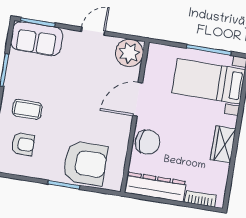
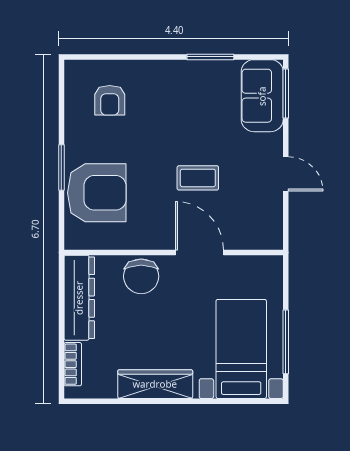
plant: (129, 53) -> (263, 230), removed
coffee table: (27, 109) -> (198, 178), moved, turned 90
wardrobe: (223, 144) -> (155, 384), width x1.50
armchair: (85, 163) -> (97, 193), turned -90

